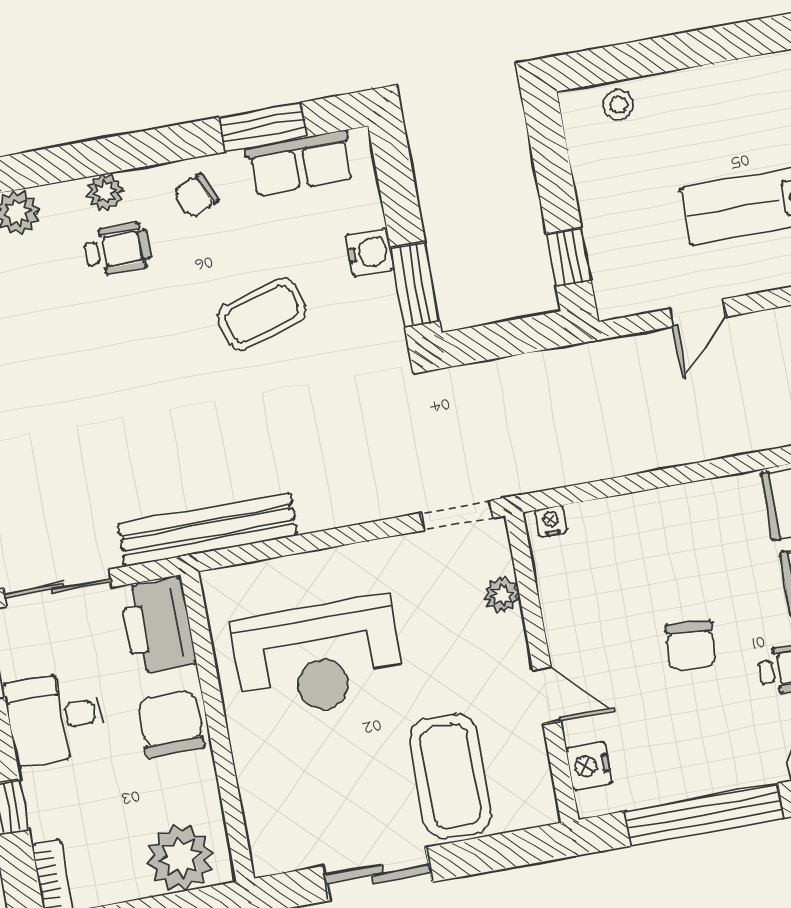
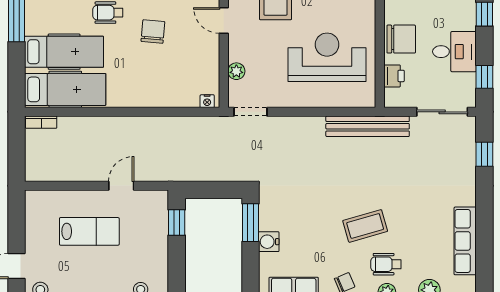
coffee table: (262, 314) -> (365, 226), moved
printer: (158, 626) -> (394, 76), width x0.53, depth x0.68
chair: (171, 724) -> (401, 39), turned -90

